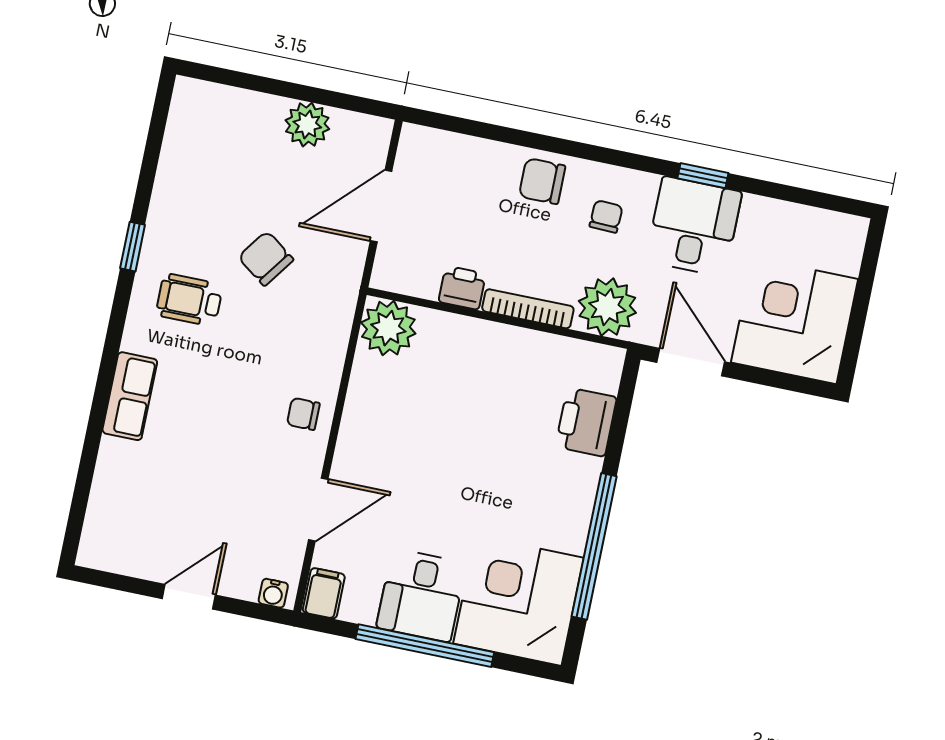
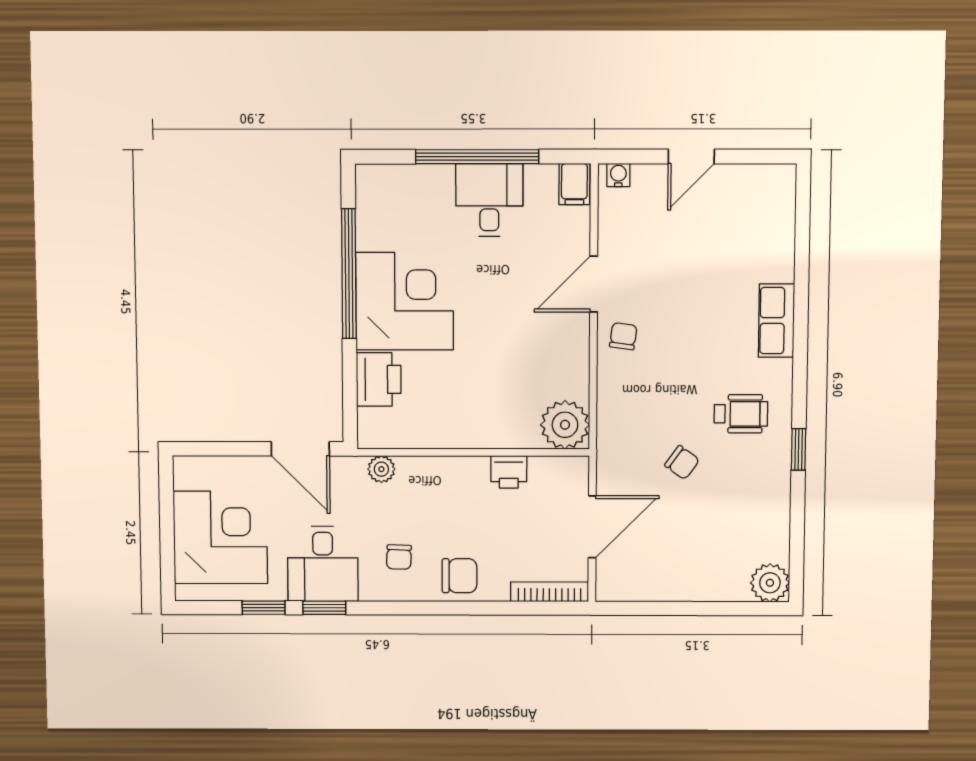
plant: (307, 125) -> (770, 583), moved
window: (772, 190) -> (264, 608), added
chair: (266, 258) -> (682, 463), width x0.73, depth x0.73
plant: (607, 307) -> (381, 469), width x0.53, depth x0.53
bookcase: (528, 309) -> (549, 592), moved, turned 180
corner desk: (794, 321) -> (220, 537), moved, turned -90
chair: (303, 414) -> (623, 336), turned -82
door: (318, 509) -> (594, 284), moved
corner desk: (518, 601) -> (405, 301), moved, turned -90

